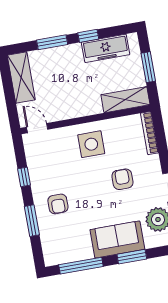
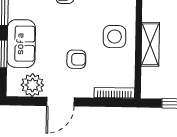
shelving: (125, 100) -> (150, 44), moved

